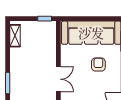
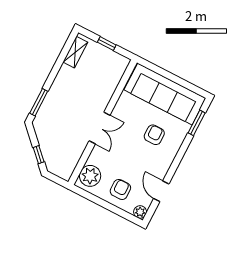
window: (45, 19) -> (107, 44), moved

